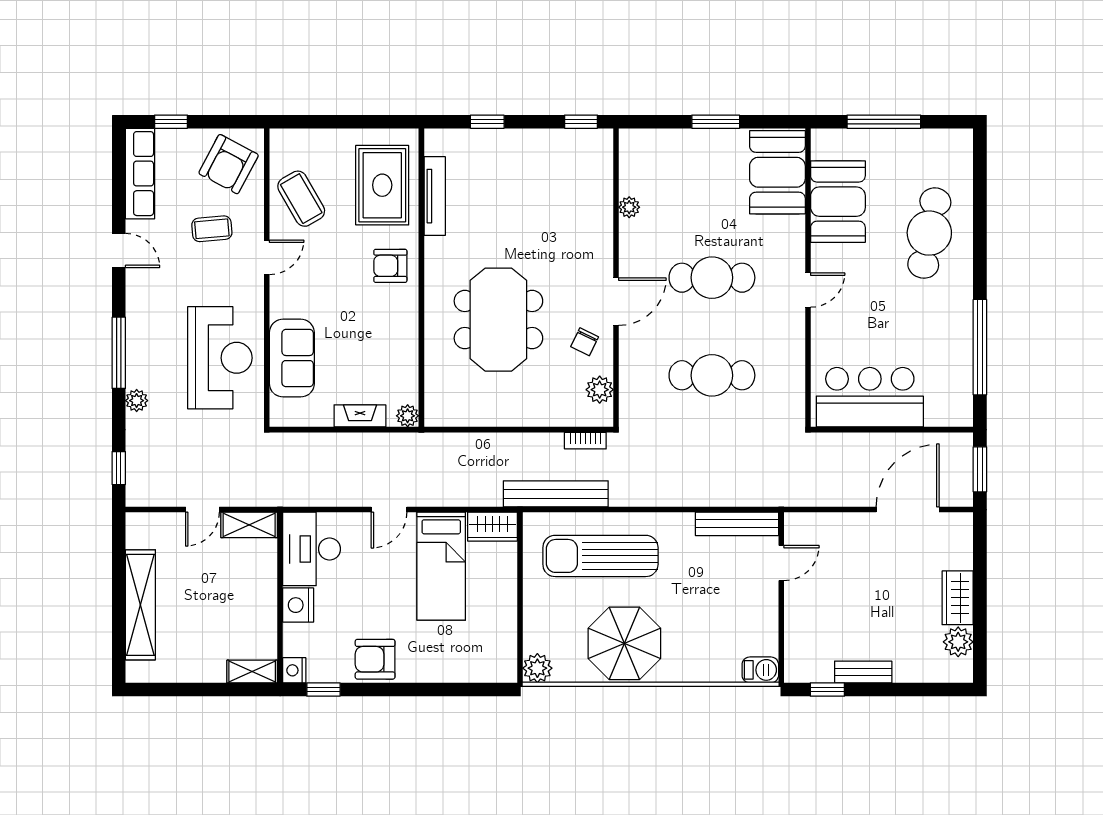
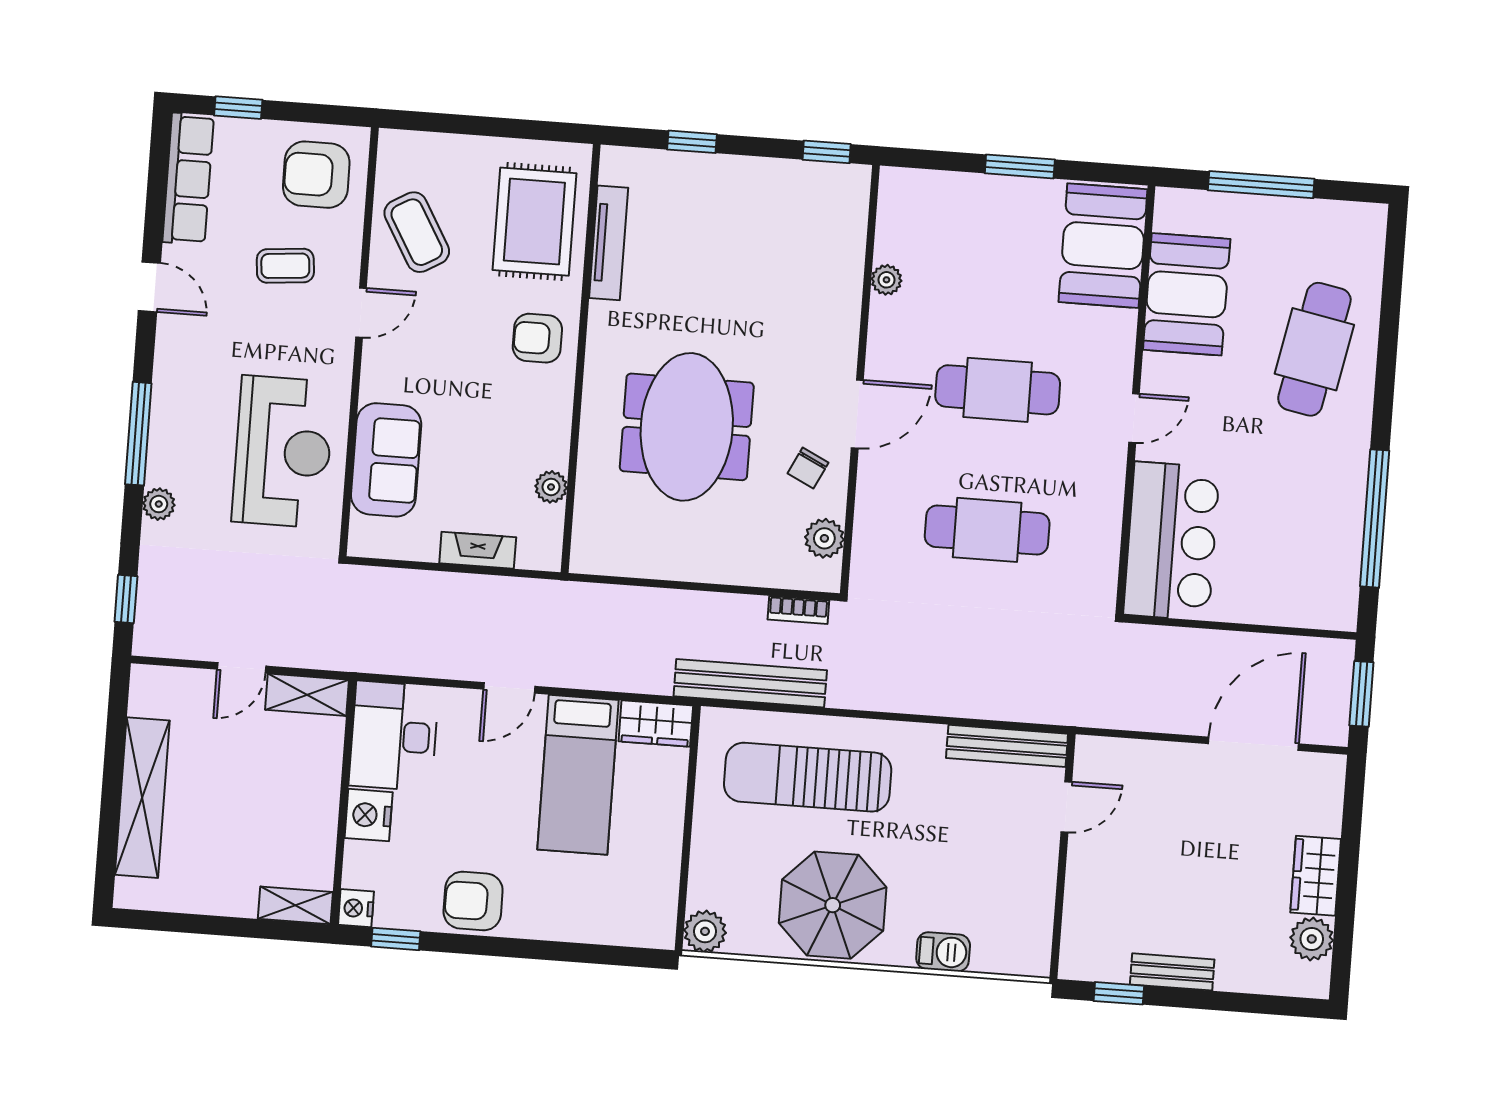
armchair: (229, 164) -> (316, 175), turned 62
bar counter: (870, 397) -> (1172, 541), moved, turned 90
plant: (408, 416) -> (551, 487), moved
barbecue: (760, 670) -> (943, 952), moved

